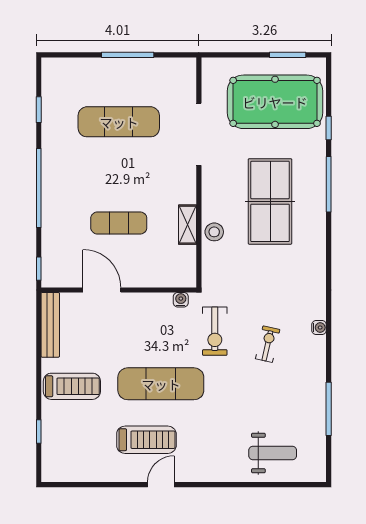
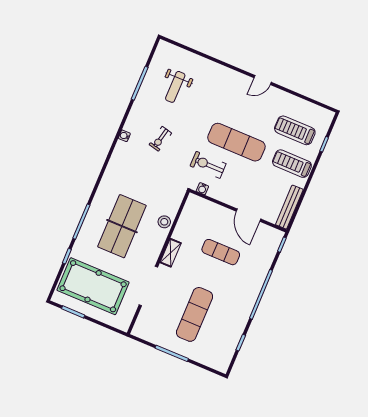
exercise mat: (119, 122) -> (195, 314), turned 90
shelving: (187, 225) -> (171, 253), moved
exercise bike: (215, 331) -> (208, 165), moved, turned -90
treadmill: (146, 440) -> (295, 130), moved
weight bench: (273, 453) -> (175, 87), moved, turned -90

